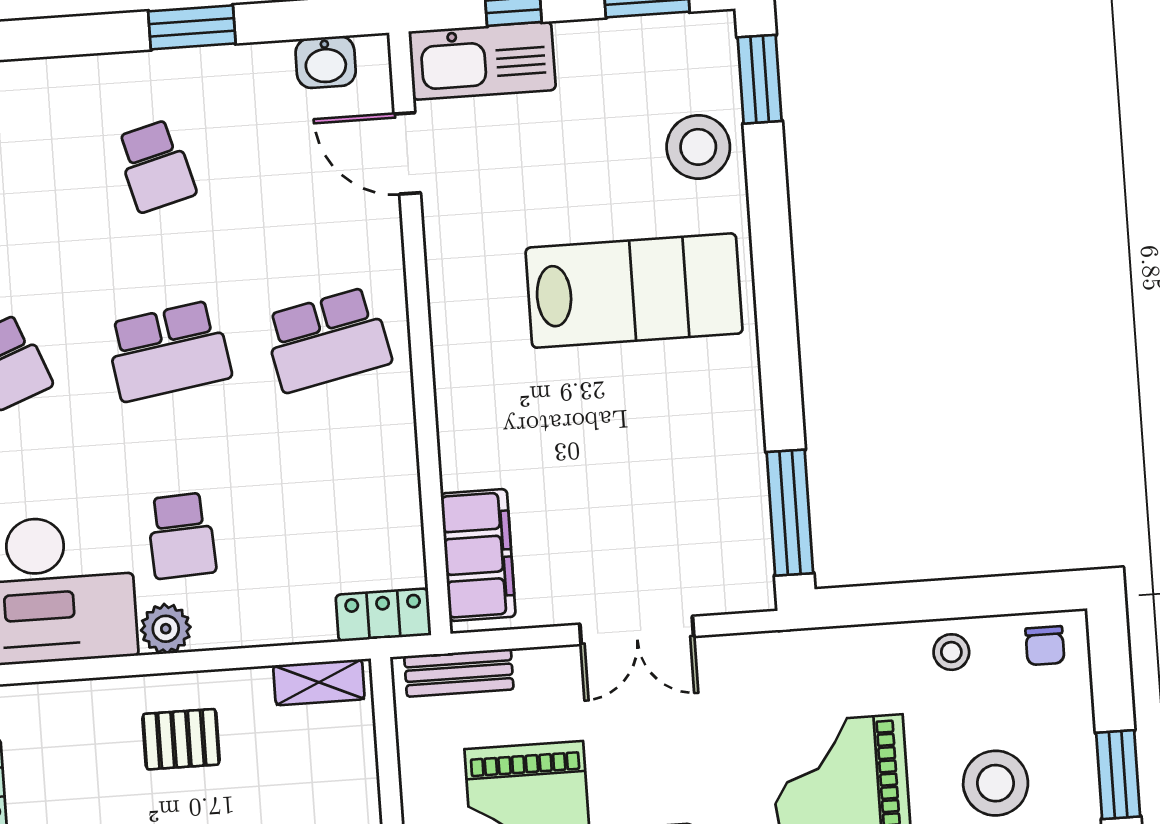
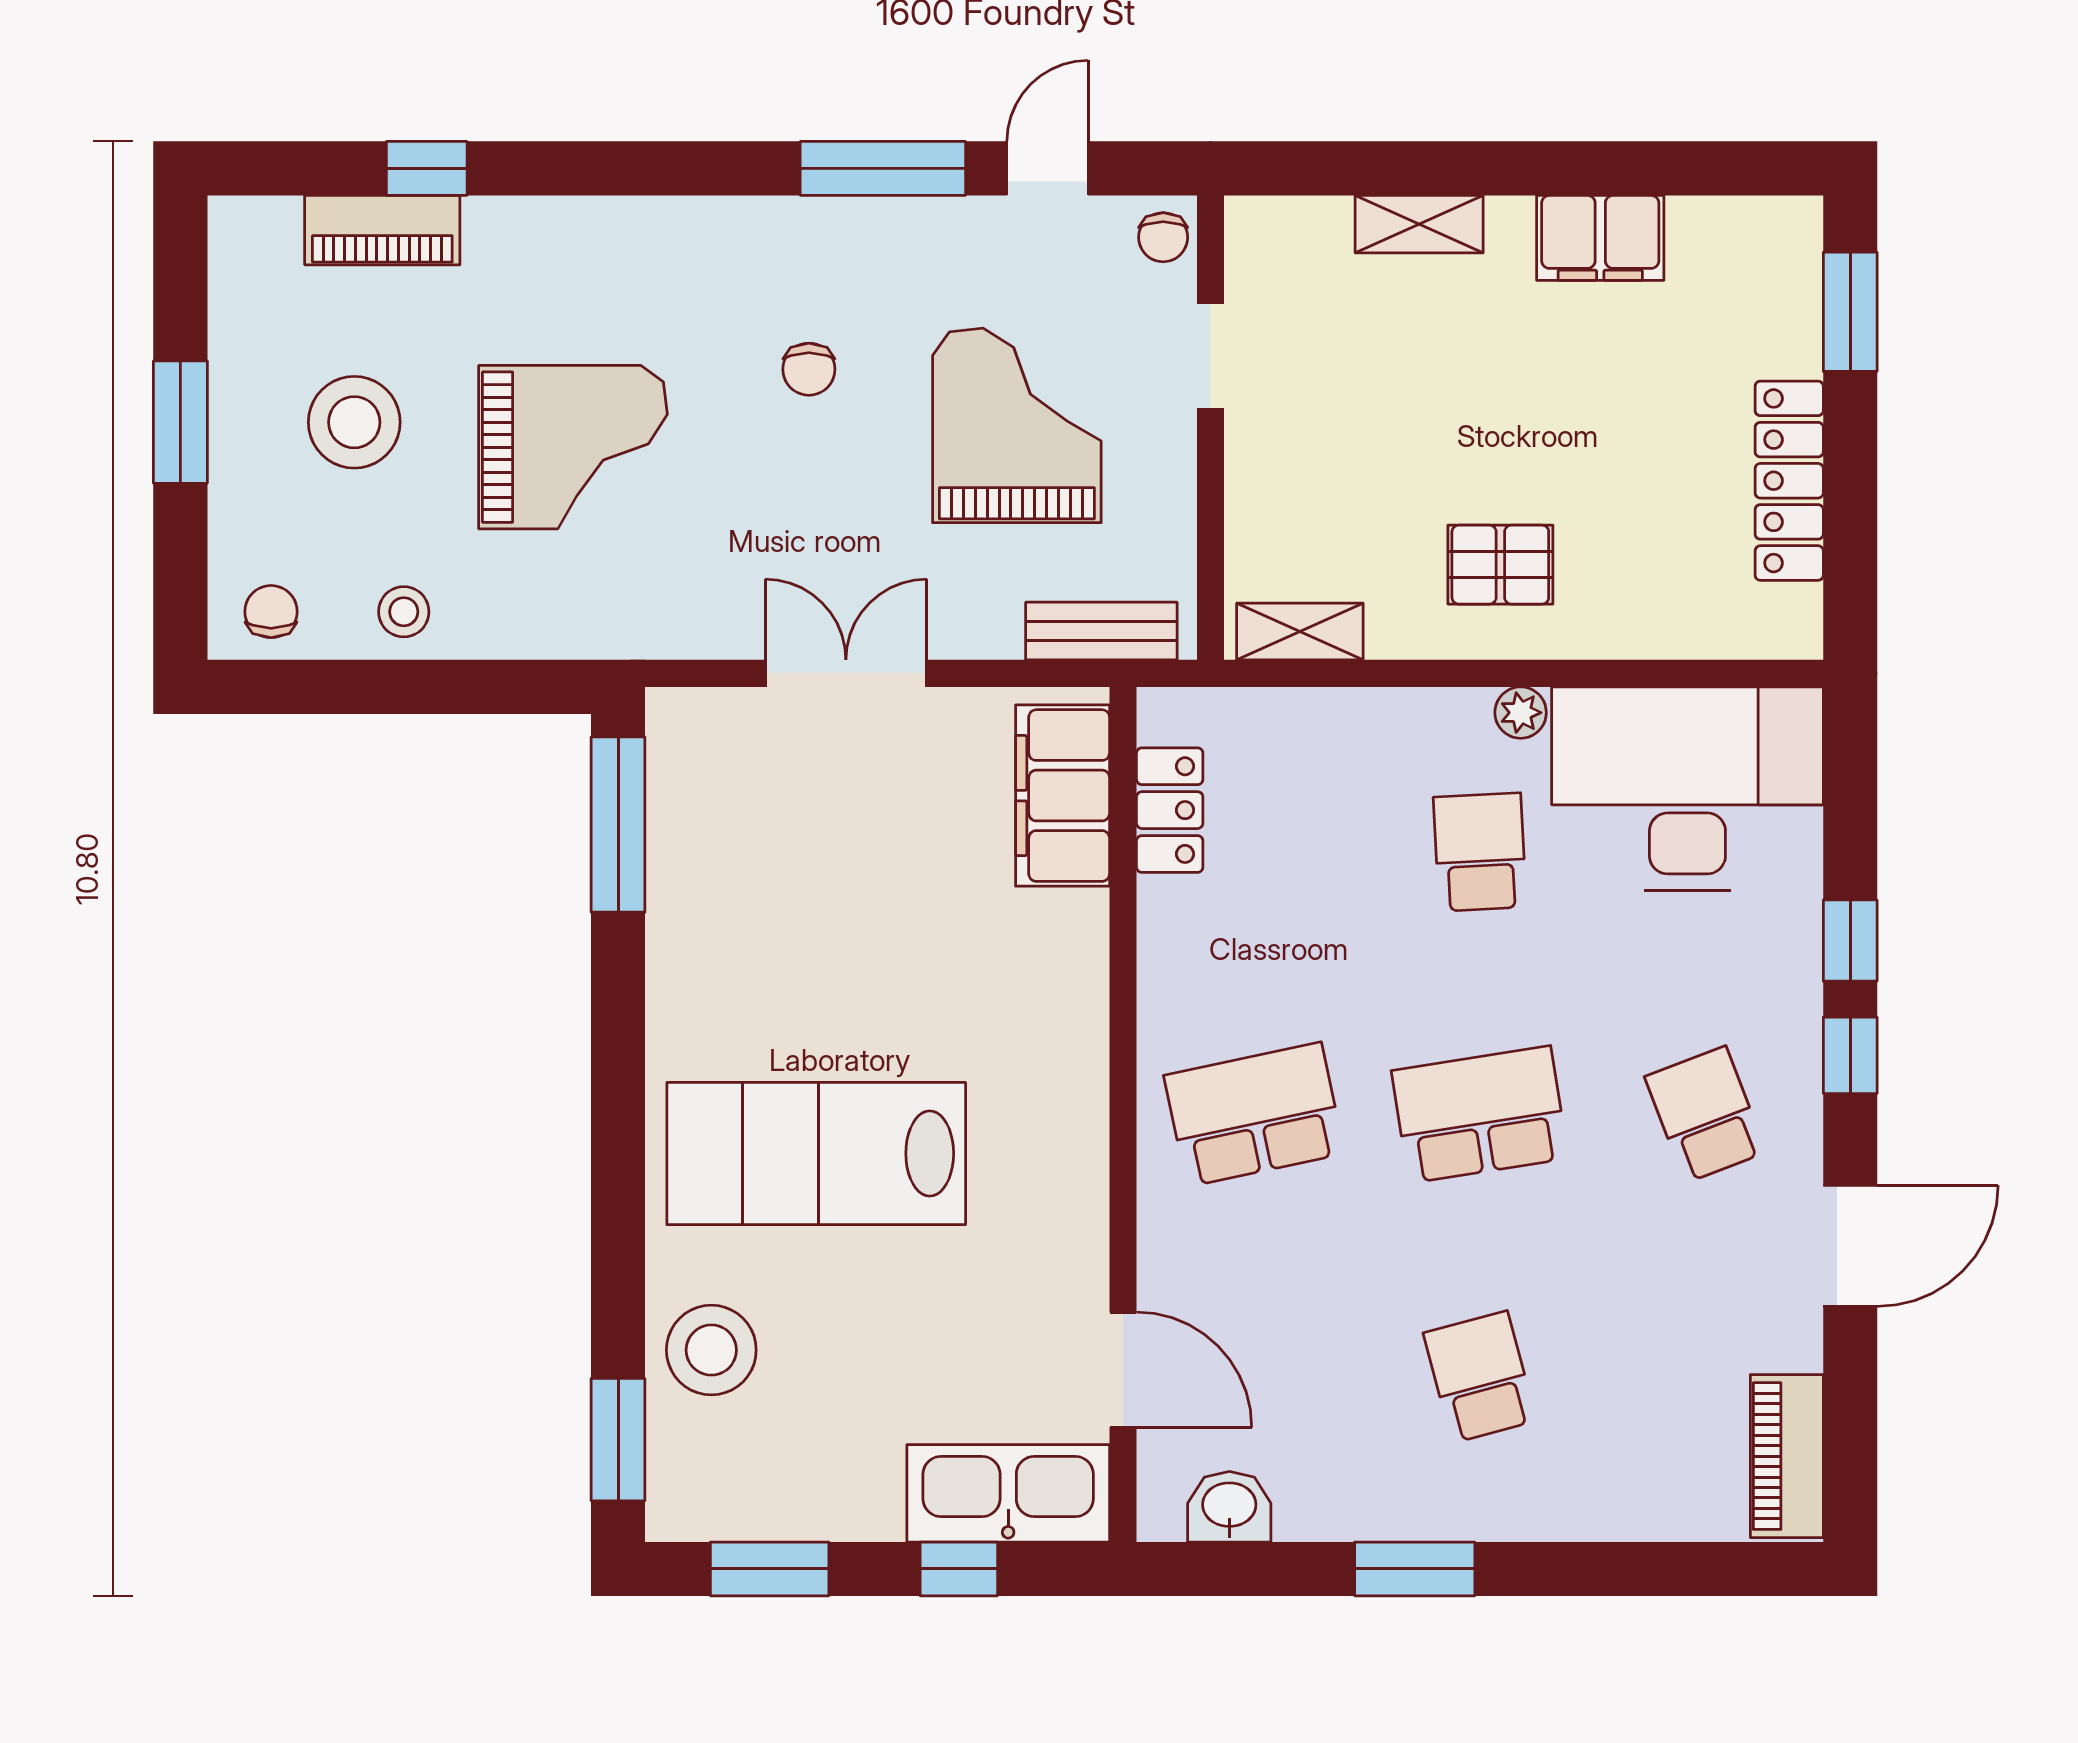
locker: (383, 615) -> (1170, 810), moved, turned -90
plant: (166, 629) -> (1521, 713), width x0.73, depth x0.73

